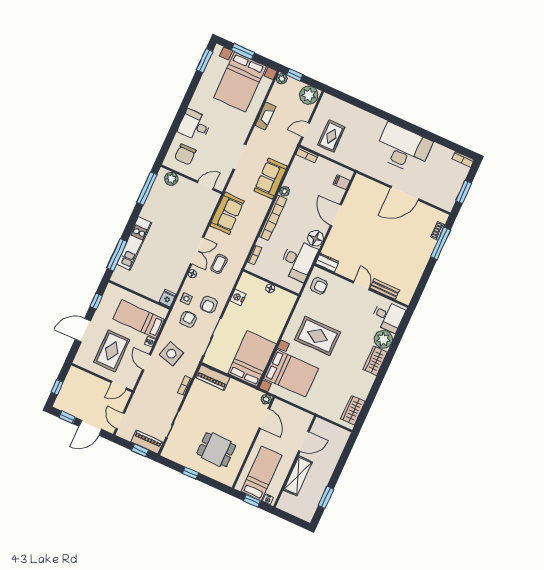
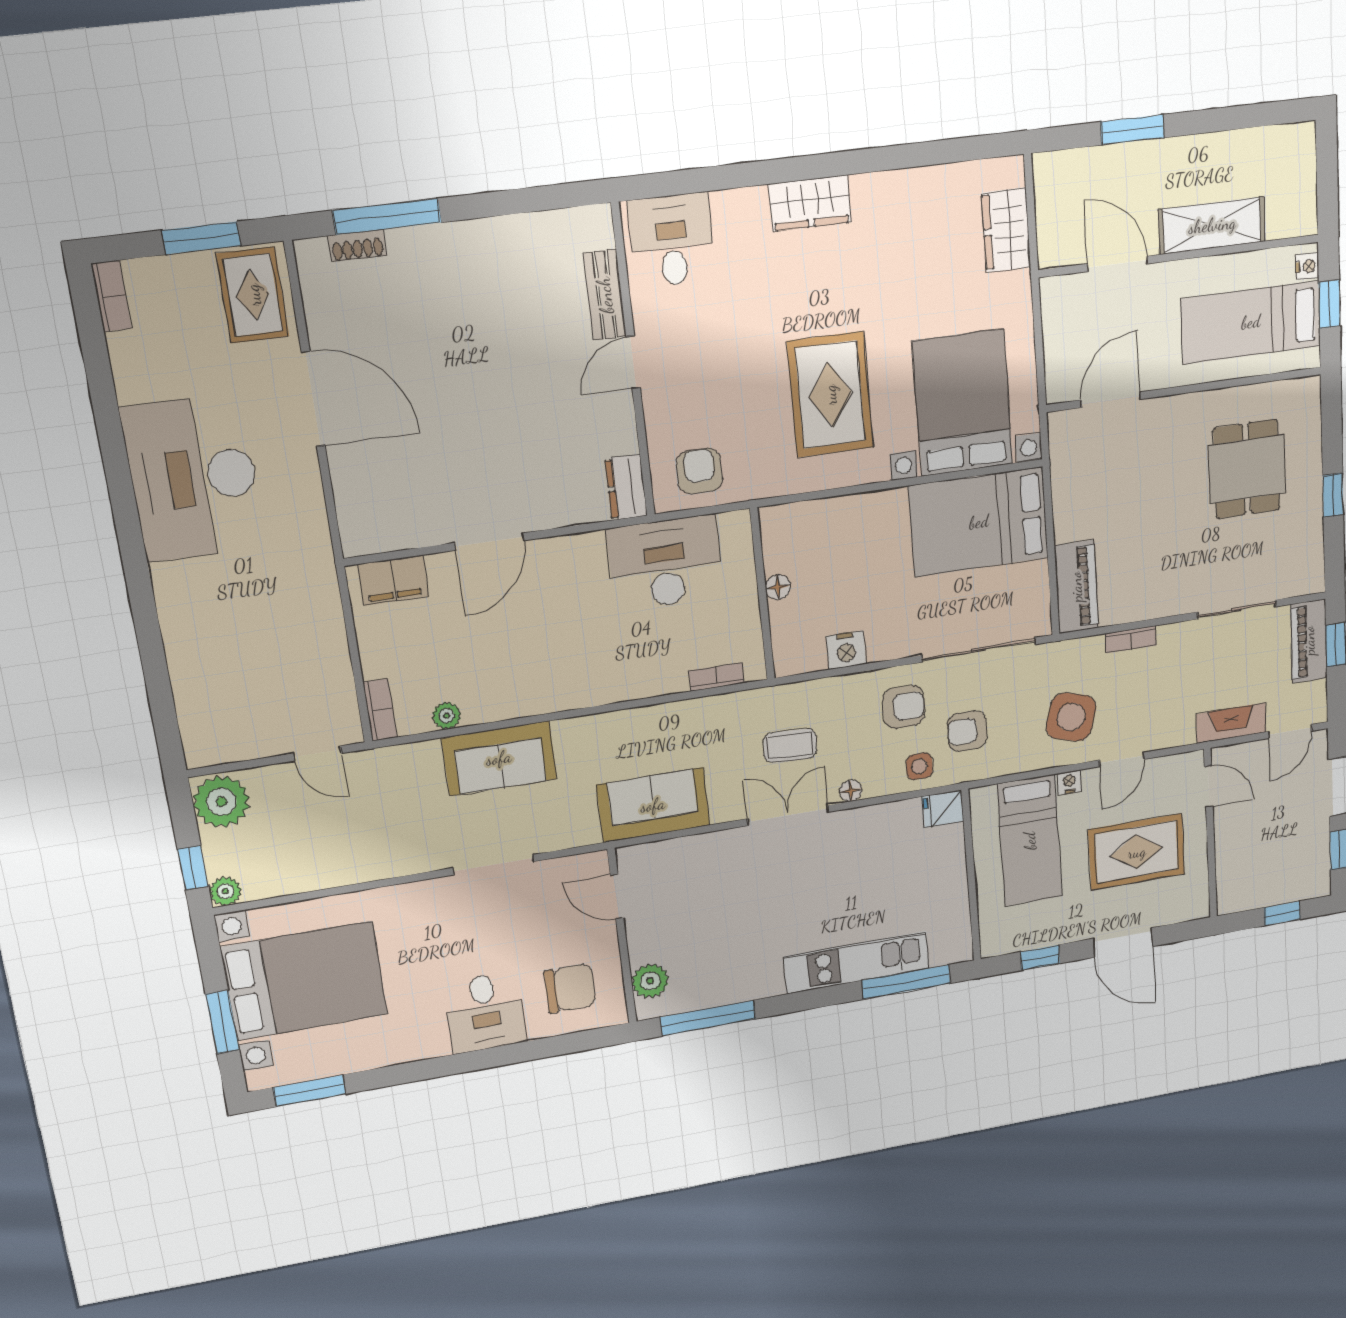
fireplace: (265, 116) -> (1231, 723), moved
rug: (331, 136) -> (253, 295), moved, turned 90
filing cabinet: (342, 182) -> (393, 580), width x2.00
plant: (284, 191) -> (446, 716), moved
bookcase: (273, 218) -> (595, 691), removed
floor lamp: (315, 238) -> (582, 556), removed
plant: (383, 339) -> (741, 216), removed
plant: (266, 399) -> (1061, 424), removed
wardrobe: (353, 410) -> (1006, 230), moved, turned 90
window: (326, 497) -> (1132, 130), moved

